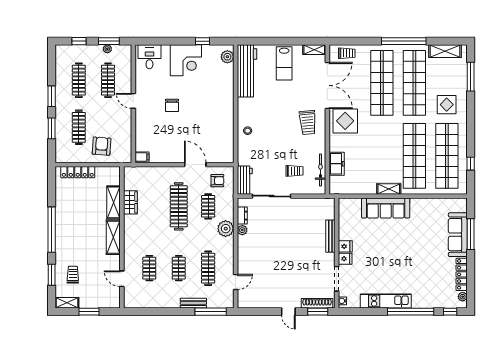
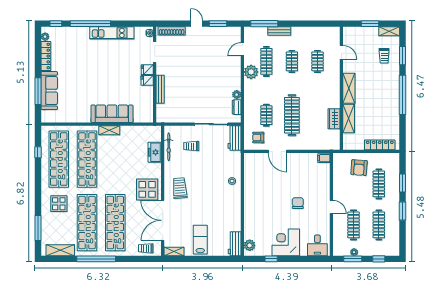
workbench: (247, 71) -> (235, 244), width x0.53, depth x0.76
plant: (226, 229) -> (251, 72), moved
window: (318, 312) -> (218, 24), moved

